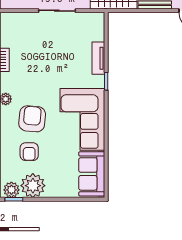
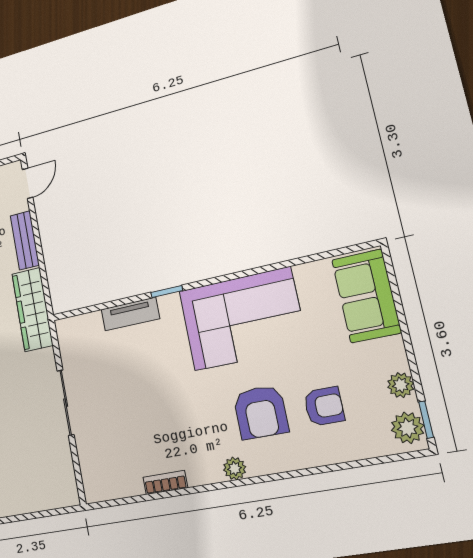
armchair: (32, 119) -> (261, 412), turned -95
sofa: (92, 174) -> (366, 296), moved, turned 90
plant: (33, 186) -> (401, 385), width x0.53, depth x0.53

